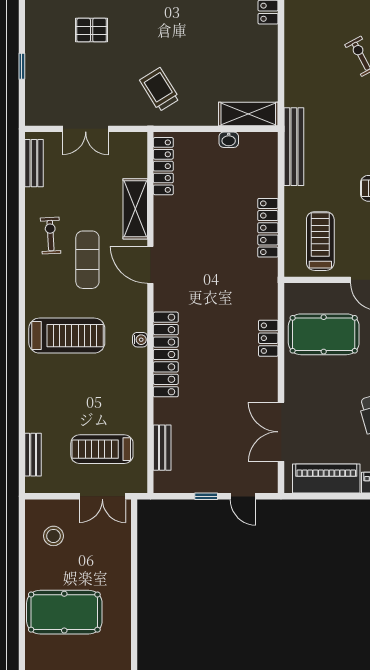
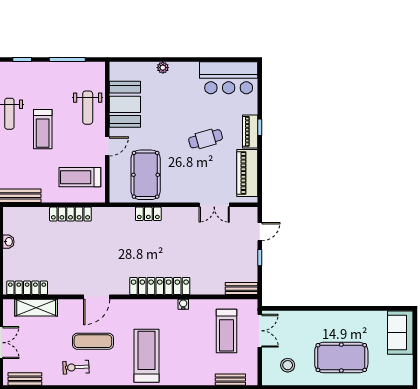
shelving: (135, 209) -> (36, 308), moved
water cooler: (140, 340) -> (183, 304), moved
double door: (281, 432) -> (214, 205), width x0.73
bench: (162, 448) -> (242, 289), moved
pool table: (64, 612) -> (341, 358), turned 90

